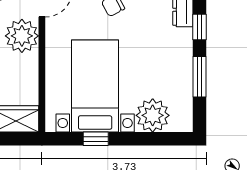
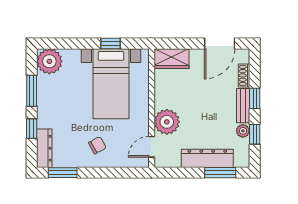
plant: (153, 115) -> (49, 61), moved

